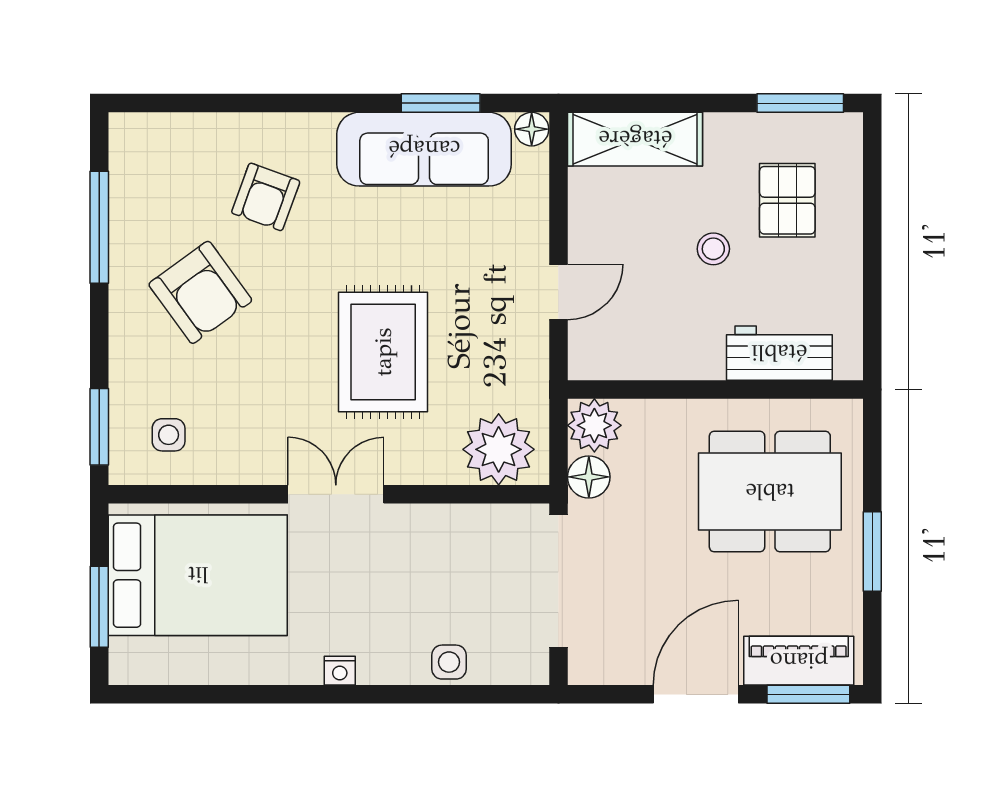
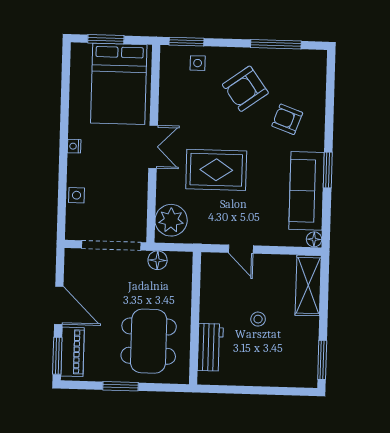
window: (441, 103) -> (328, 170), moved
pallet: (787, 200) -> (279, 353), removed
plant: (594, 425) -> (181, 263), removed
side table: (169, 435) -> (198, 63), moved

